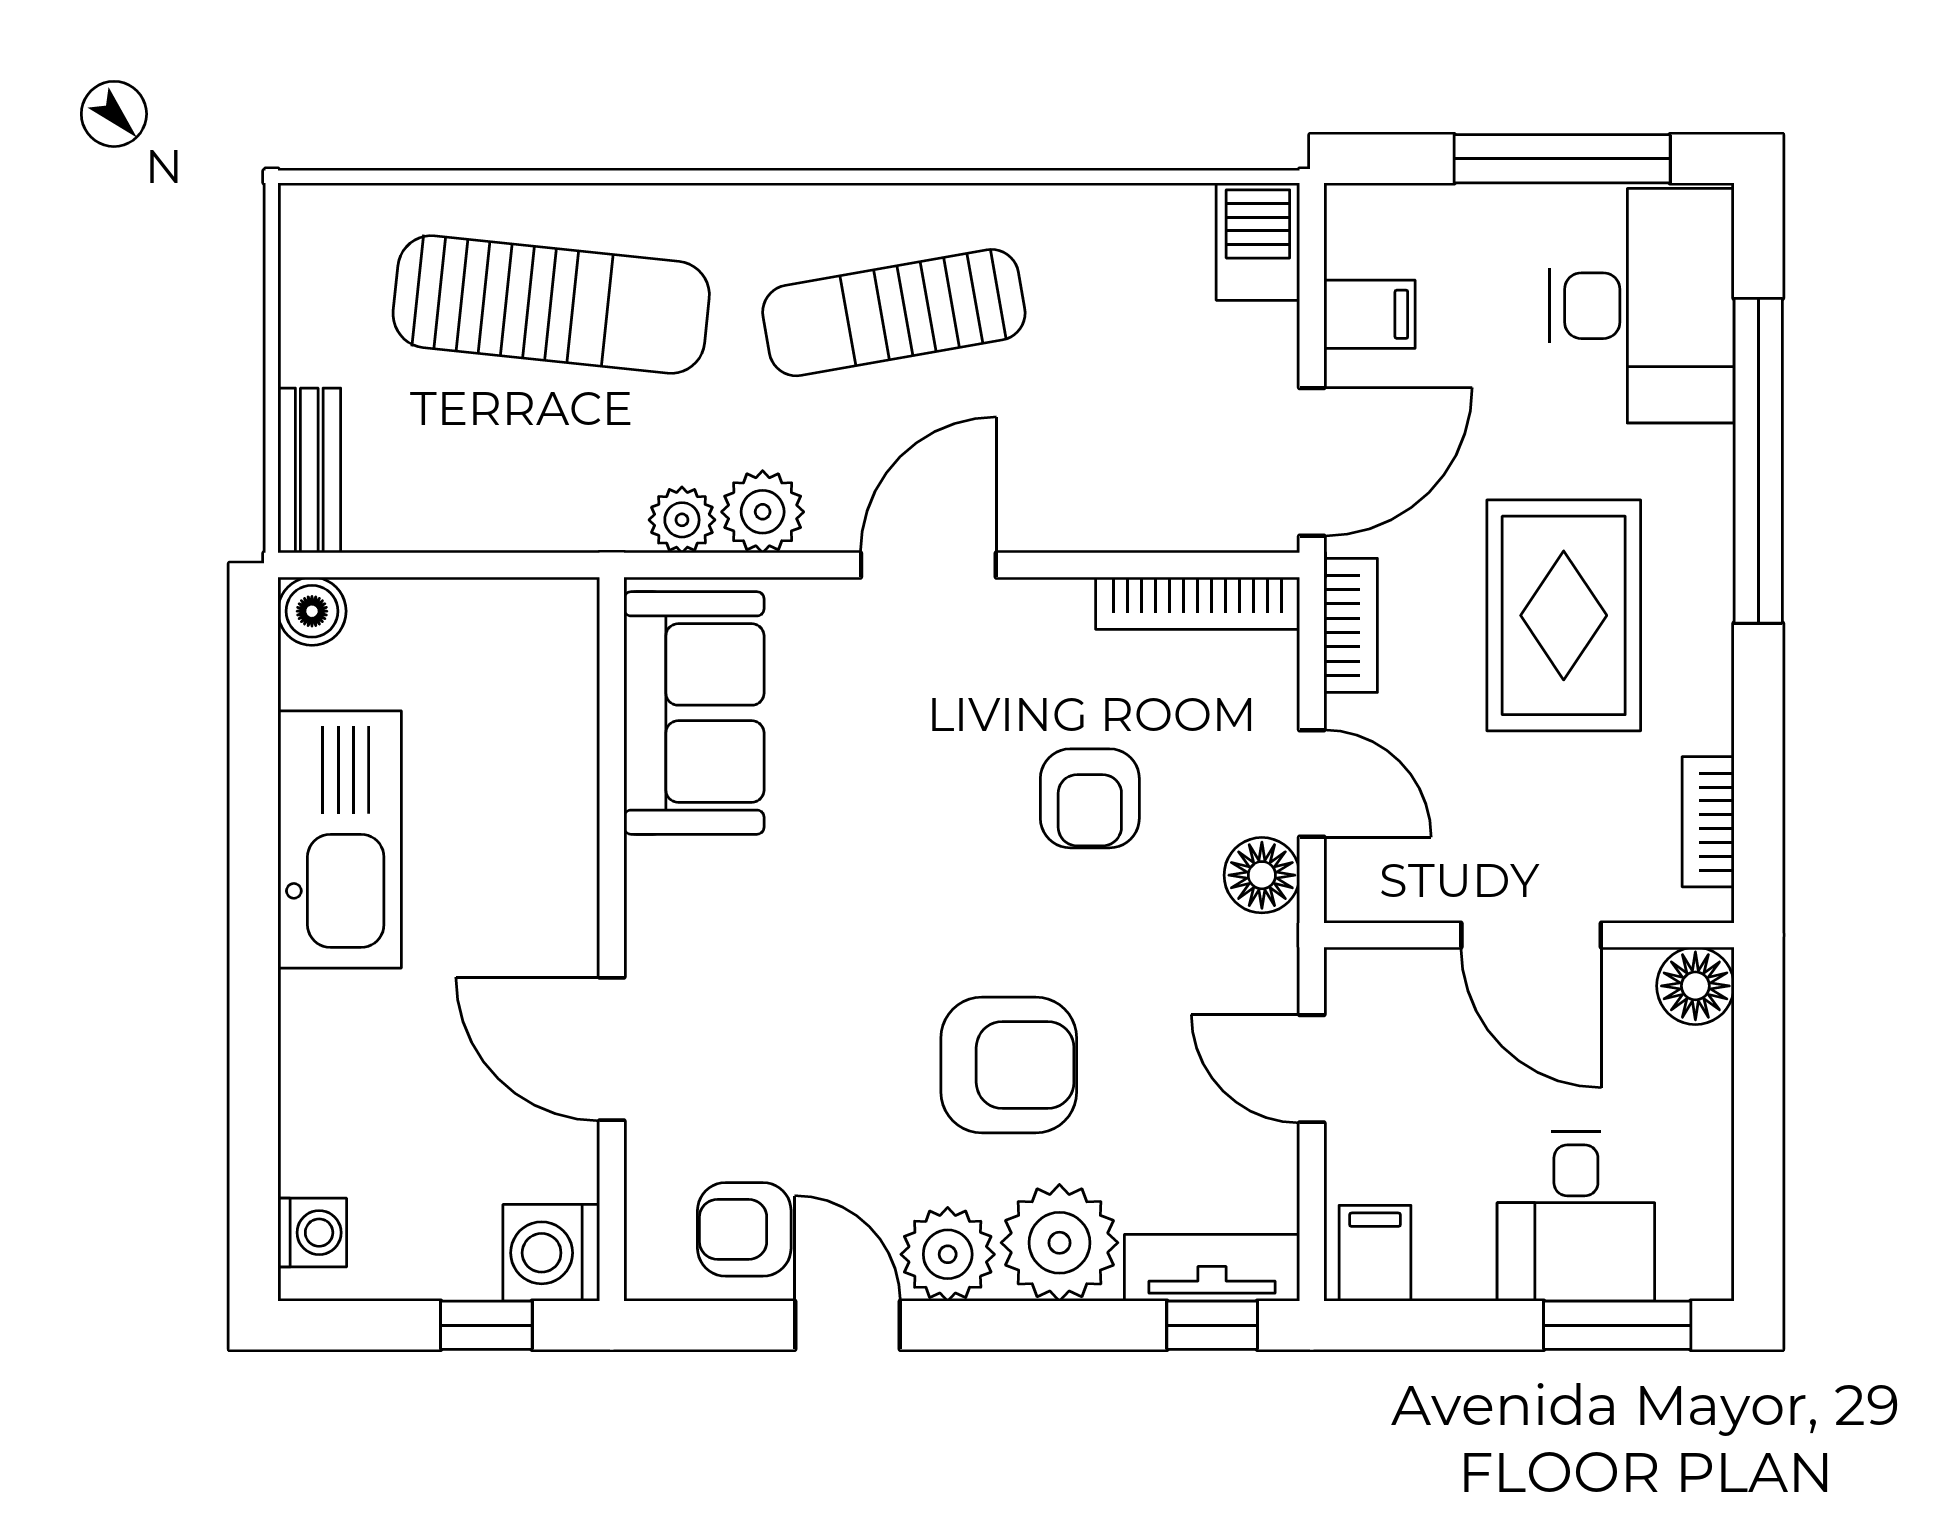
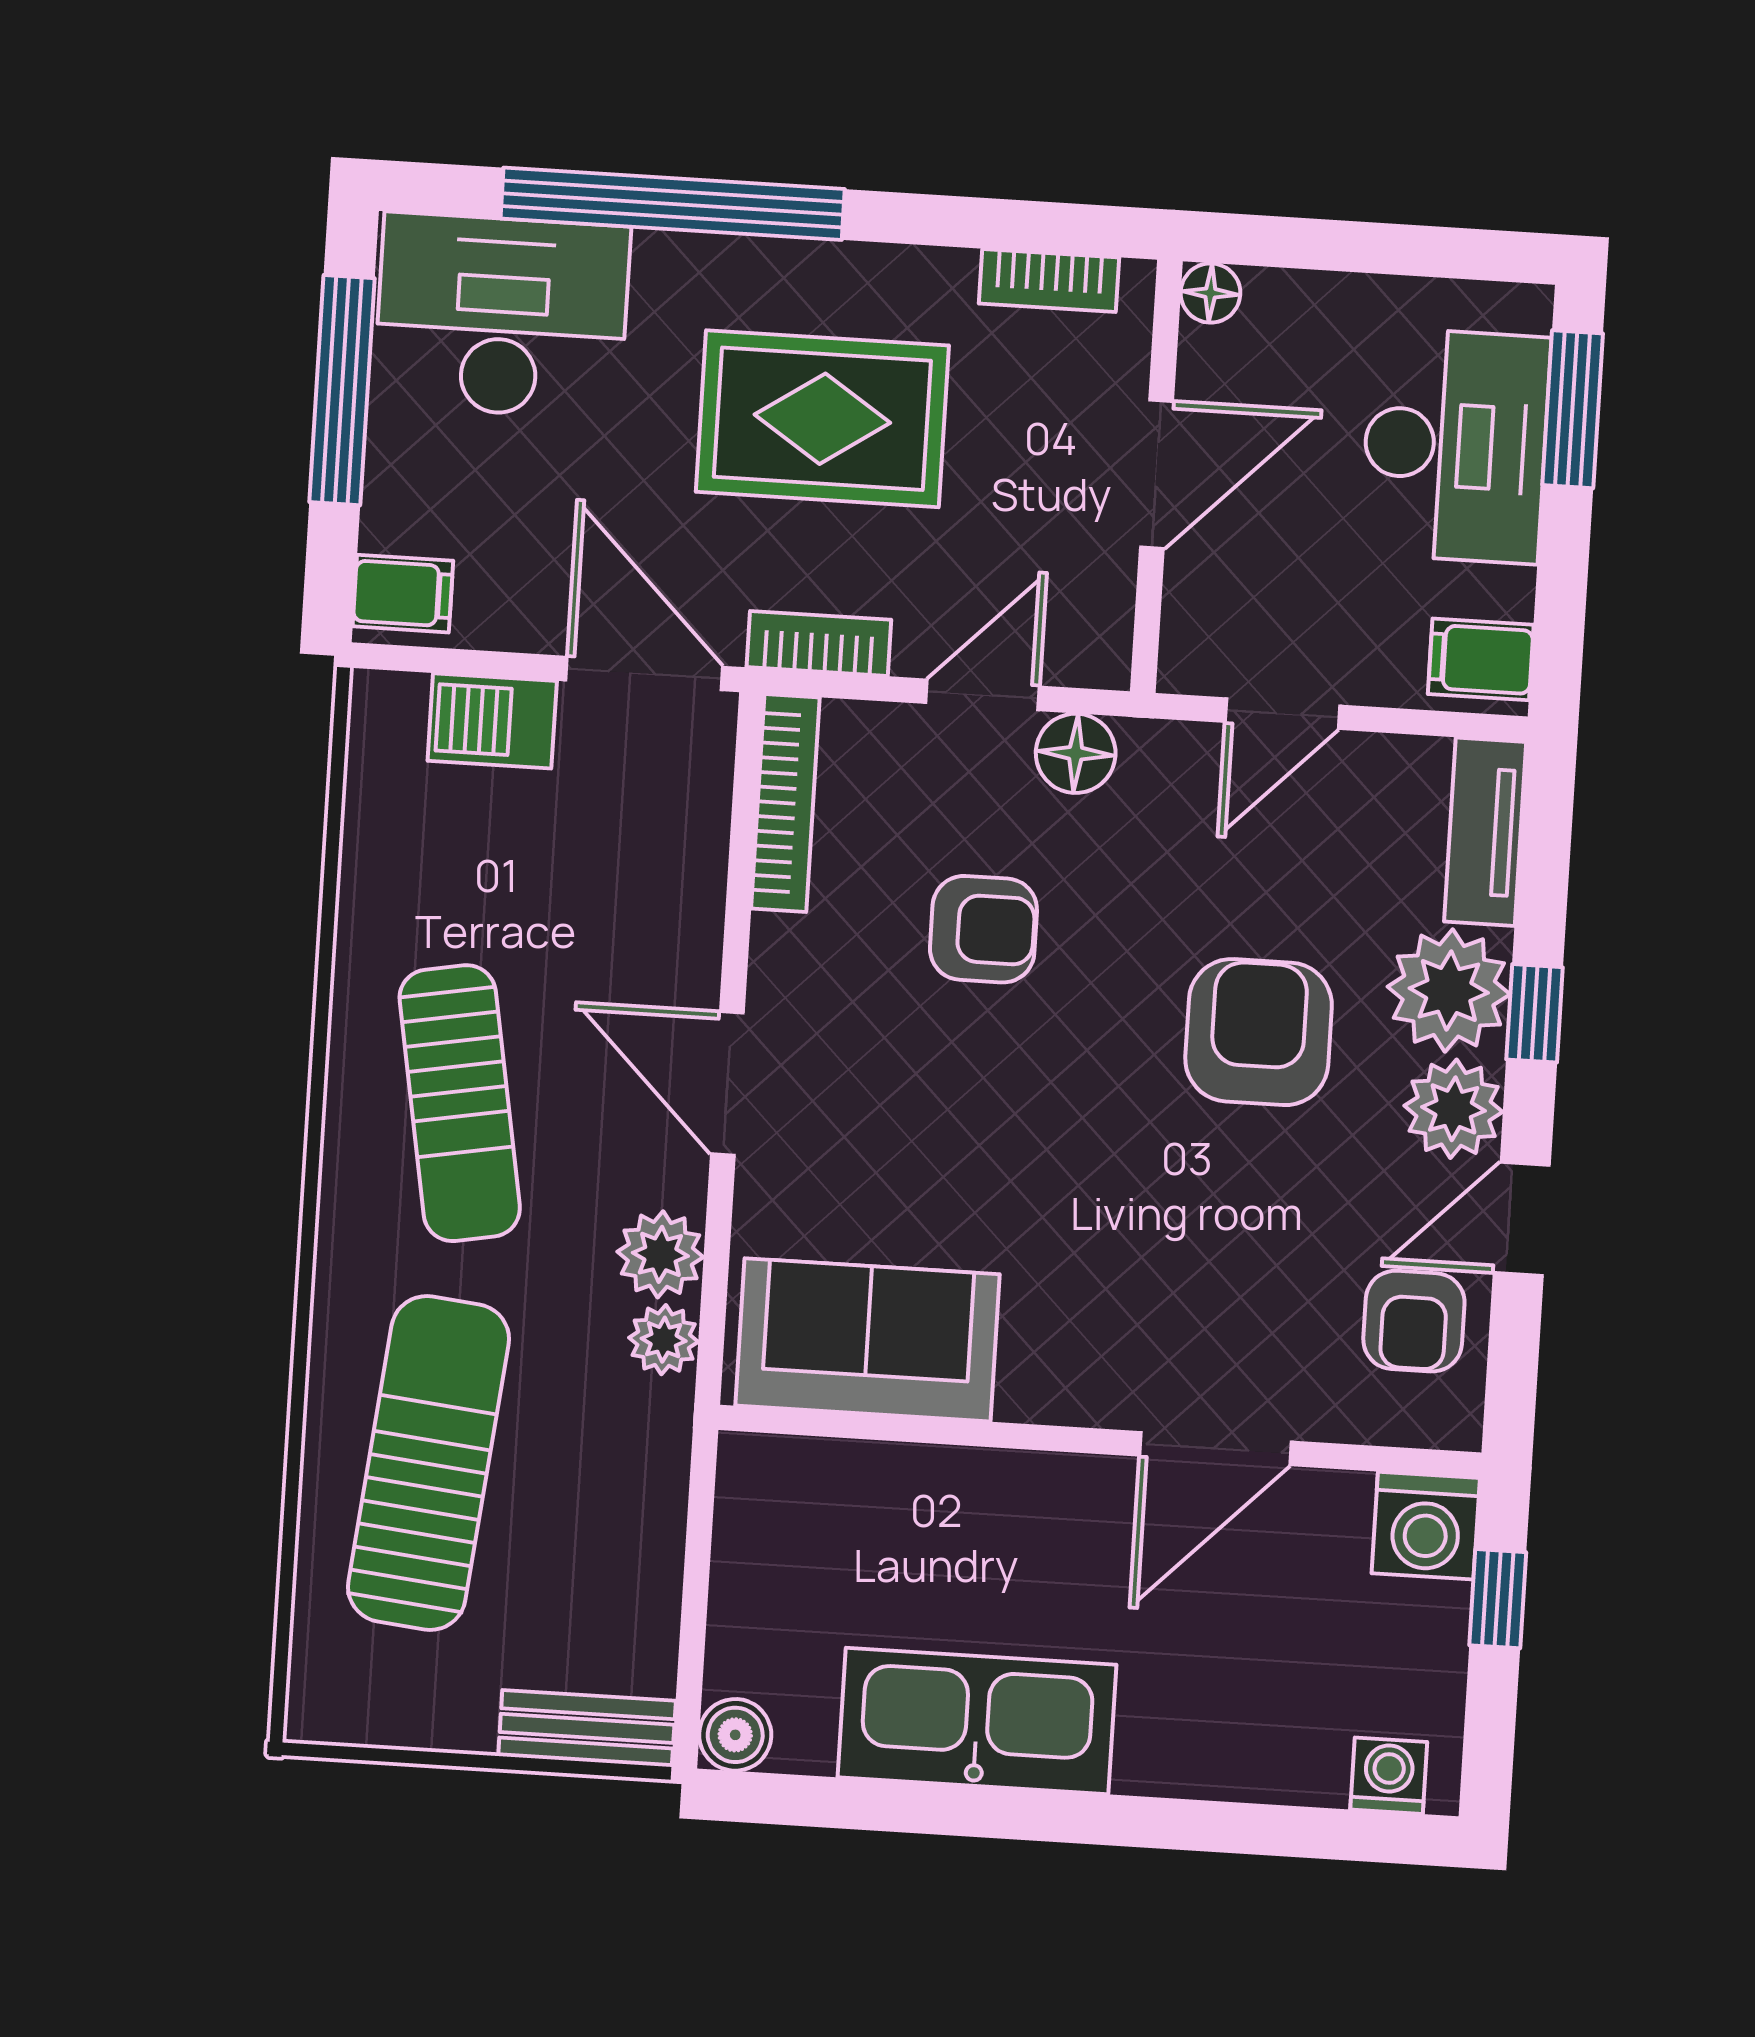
barbecue: (1258, 242) -> (492, 721), moved
filing cabinet: (1369, 314) -> (403, 594), moved, turned 90
floor lamp: (1695, 986) -> (1210, 293), width x0.73, depth x0.73
desk: (1576, 1216) -> (1455, 446), width x1.37
window: (1212, 1325) -> (1535, 1013), moved

